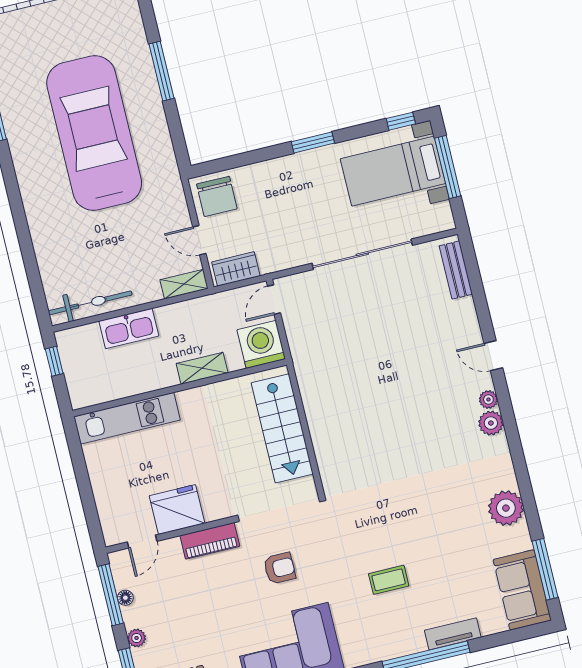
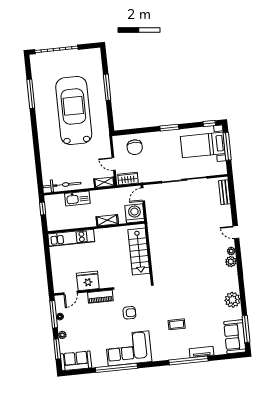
chair: (217, 196) -> (135, 147), moved

